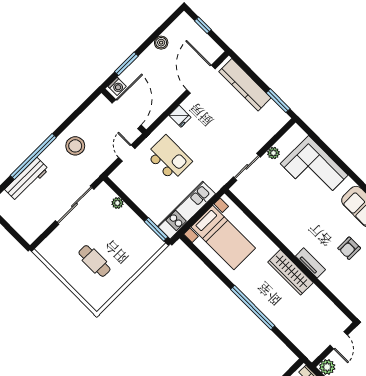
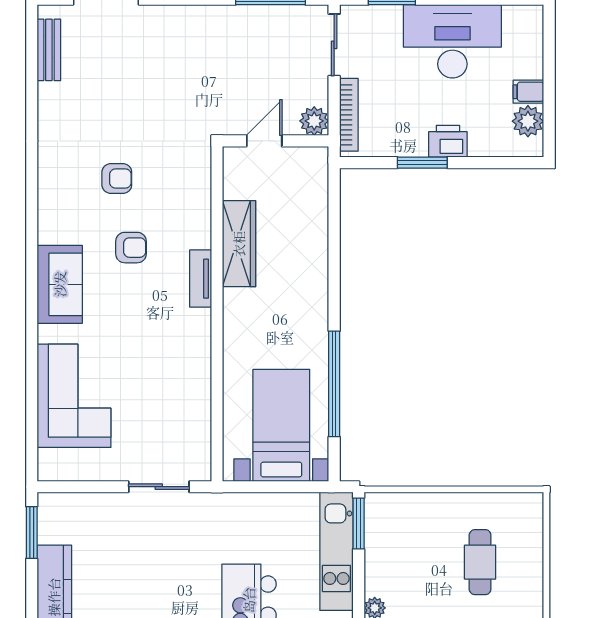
plant: (273, 153) -> (106, 470), removed
kitchen unit: (186, 210) -> (336, 551), moved, turned 90
wardrobe: (290, 272) -> (239, 244), moved
window: (253, 307) -> (334, 384), moved

